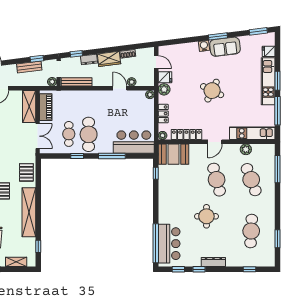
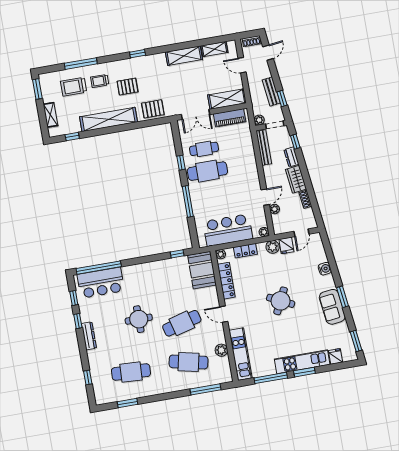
water cooler: (204, 46) -> (325, 269), moved
bar counter: (134, 142) -> (228, 230), moved, turned -90
cafe table: (251, 180) -> (189, 362), turned 33

